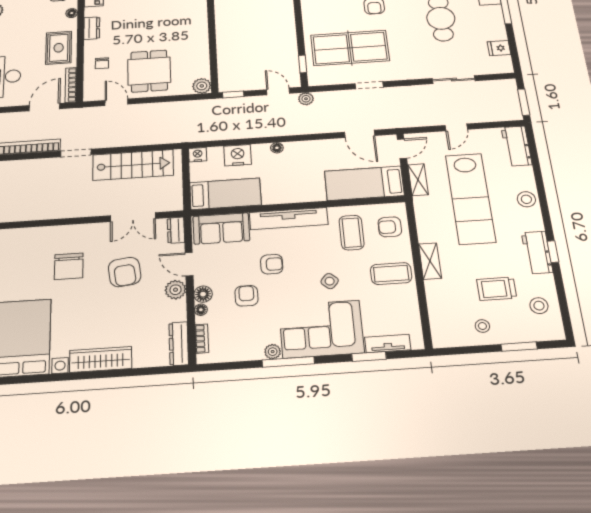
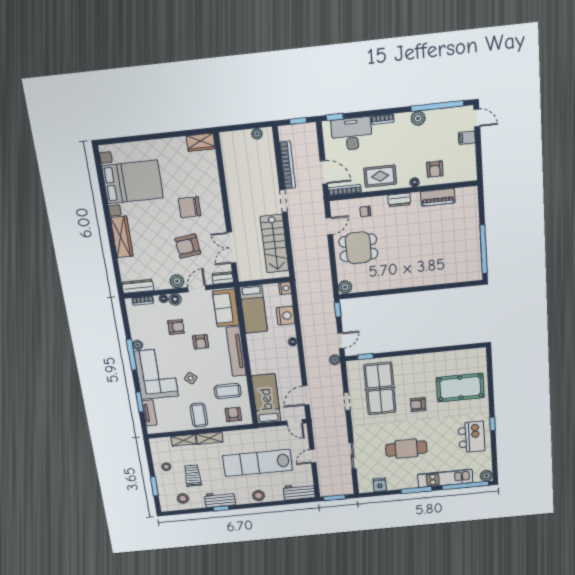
door: (456, 127) -> (313, 456), hinge flipped
shelving: (418, 180) -> (184, 440), moved

